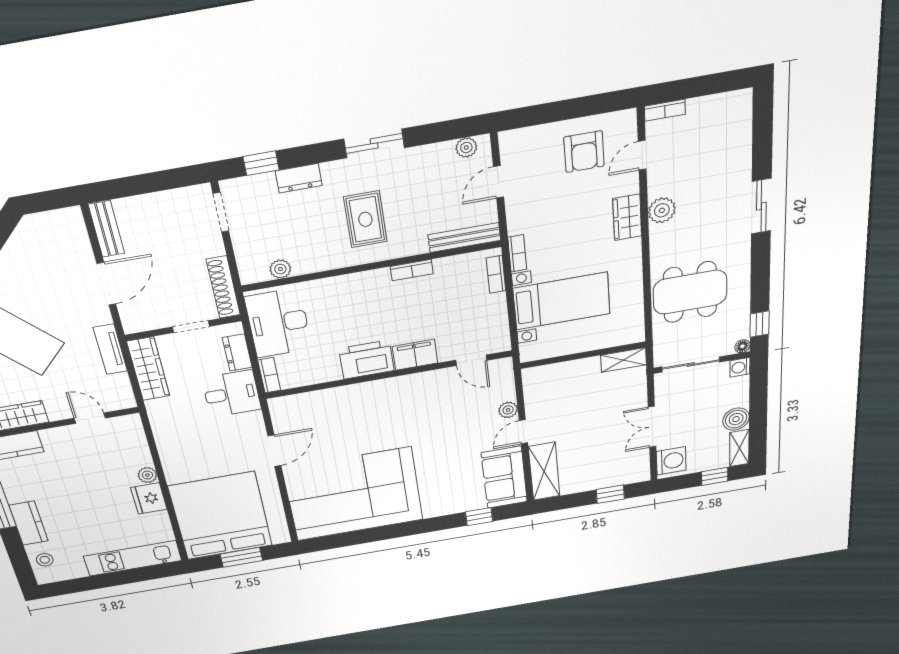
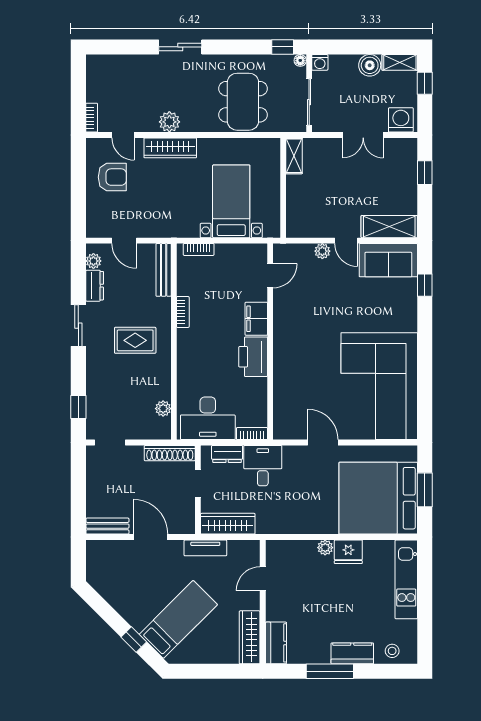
dresser: (299, 178) -> (95, 286), moved
wardrobe: (627, 217) -> (170, 148), width x1.50
bookcase: (517, 253) -> (184, 232), removed

